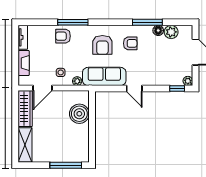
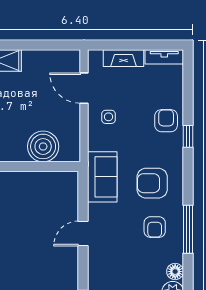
window: (73, 22) -> (188, 136), width x0.46
window: (147, 22) -> (188, 229), moved
sofa: (104, 76) -> (102, 177), width x0.73
plant: (77, 81) -> (95, 143), removed
wardrobe: (25, 109) -> (51, 61), removed

